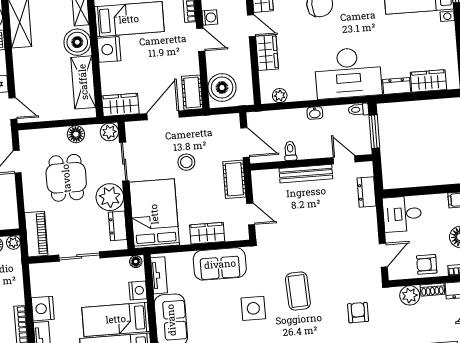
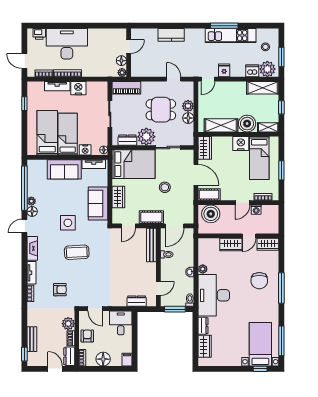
plant: (280, 96) -> (203, 269), moved
plant: (109, 132) -> (188, 106), moved
bench: (306, 174) -> (151, 245), moved

